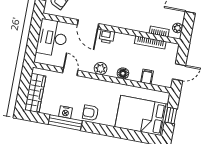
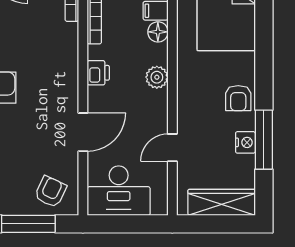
printer: (107, 37) -> (98, 73), moved
plant: (101, 69) -> (157, 77), moved
floor lamp: (123, 73) -> (158, 32), moved

